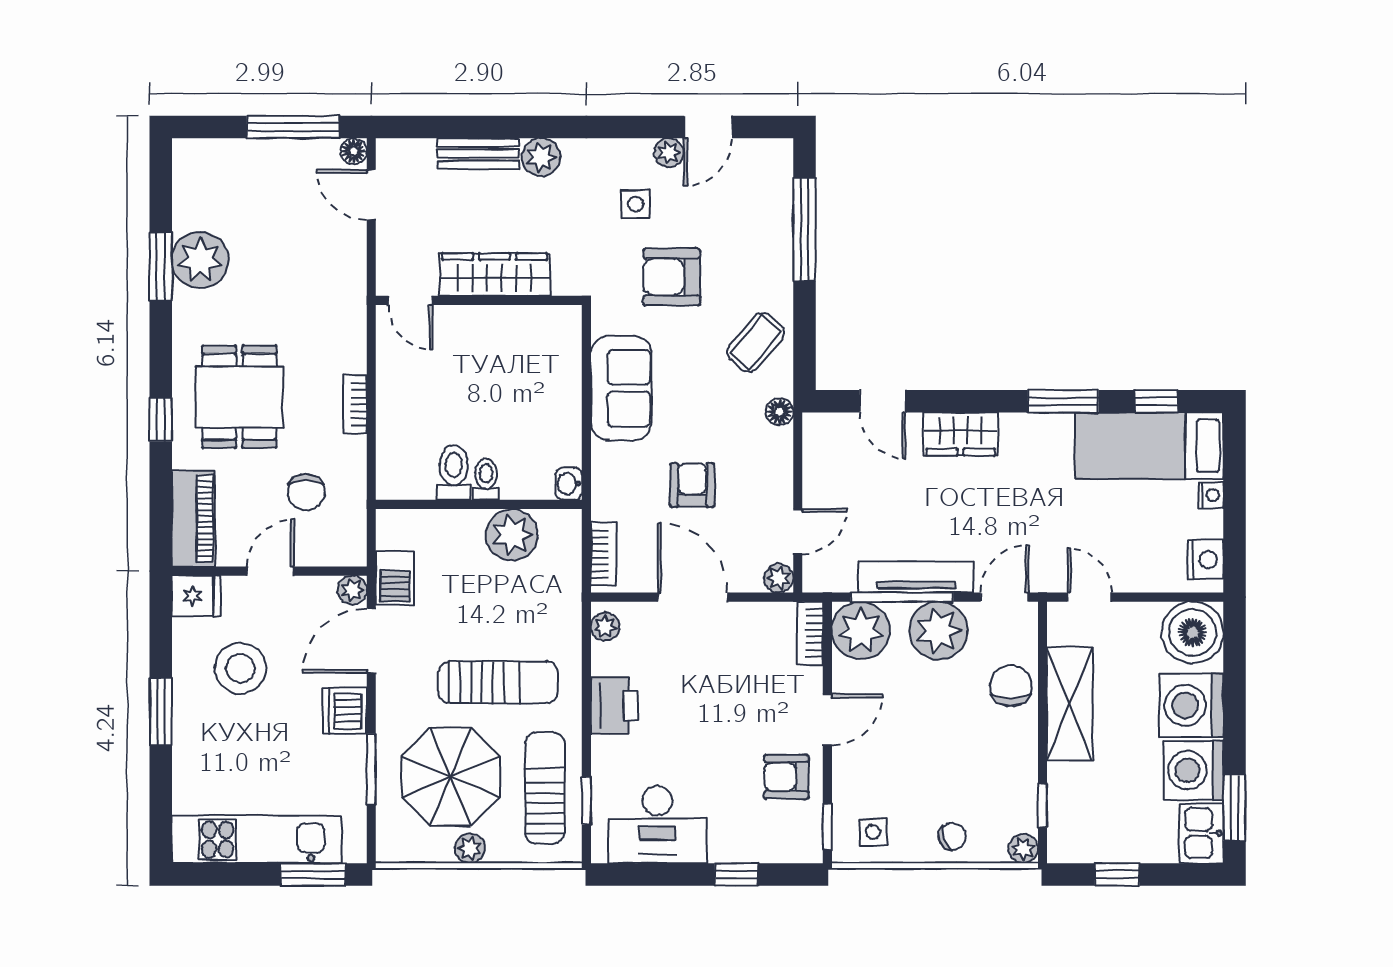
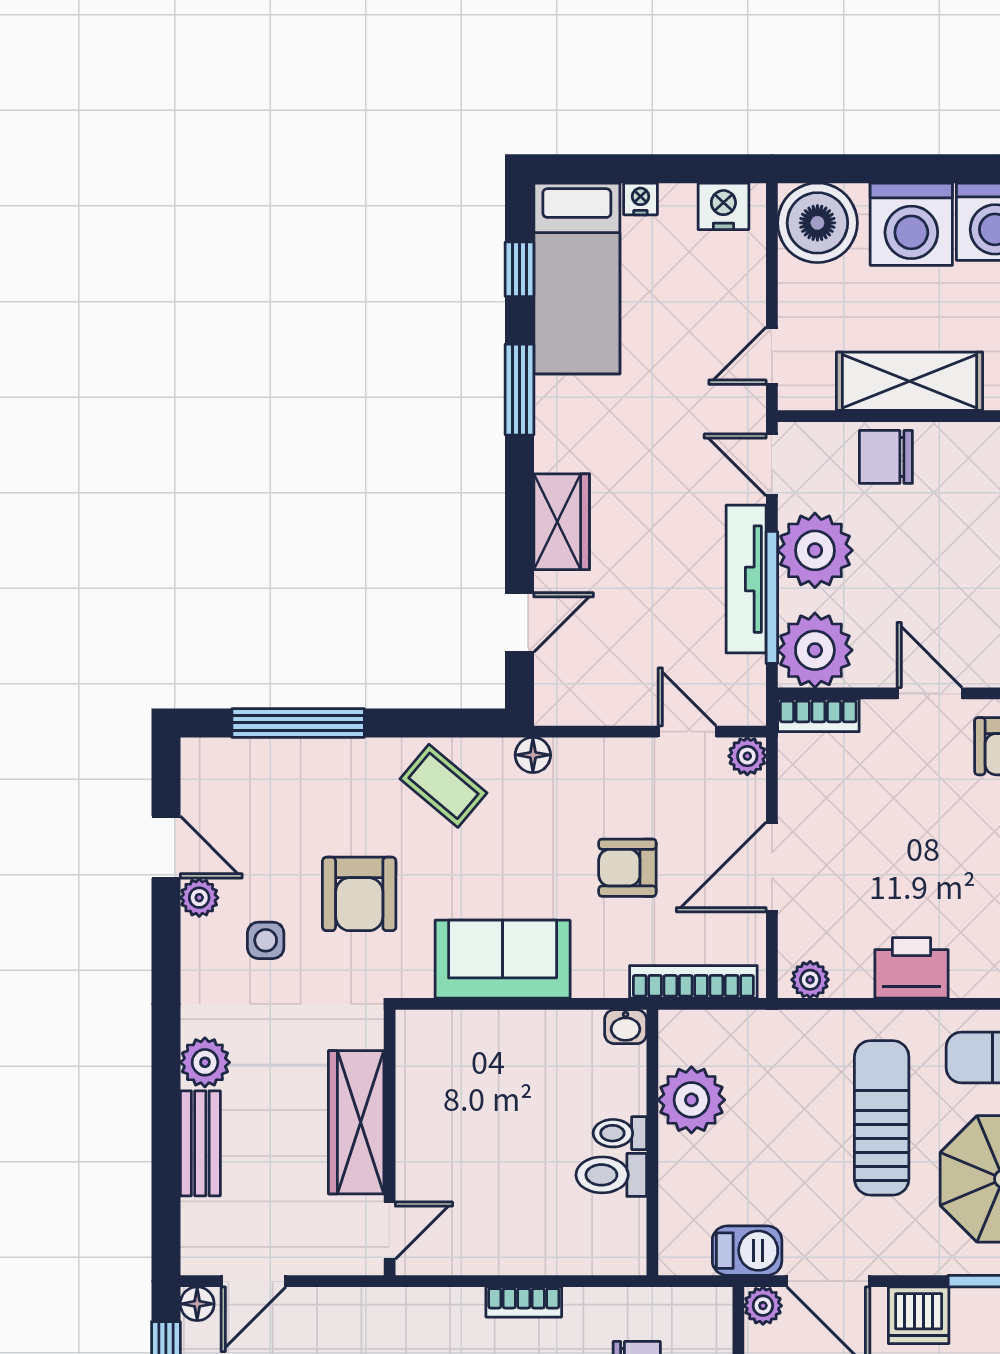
bookcase: (603, 554) -> (693, 982), width x1.56

